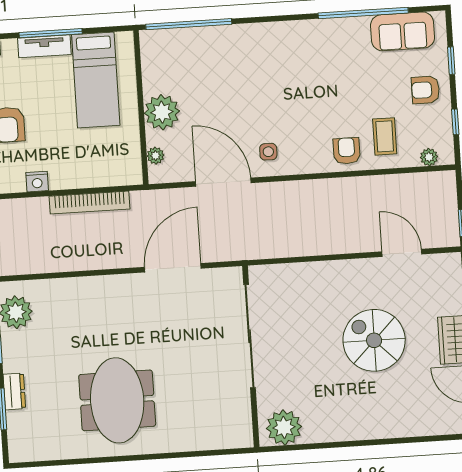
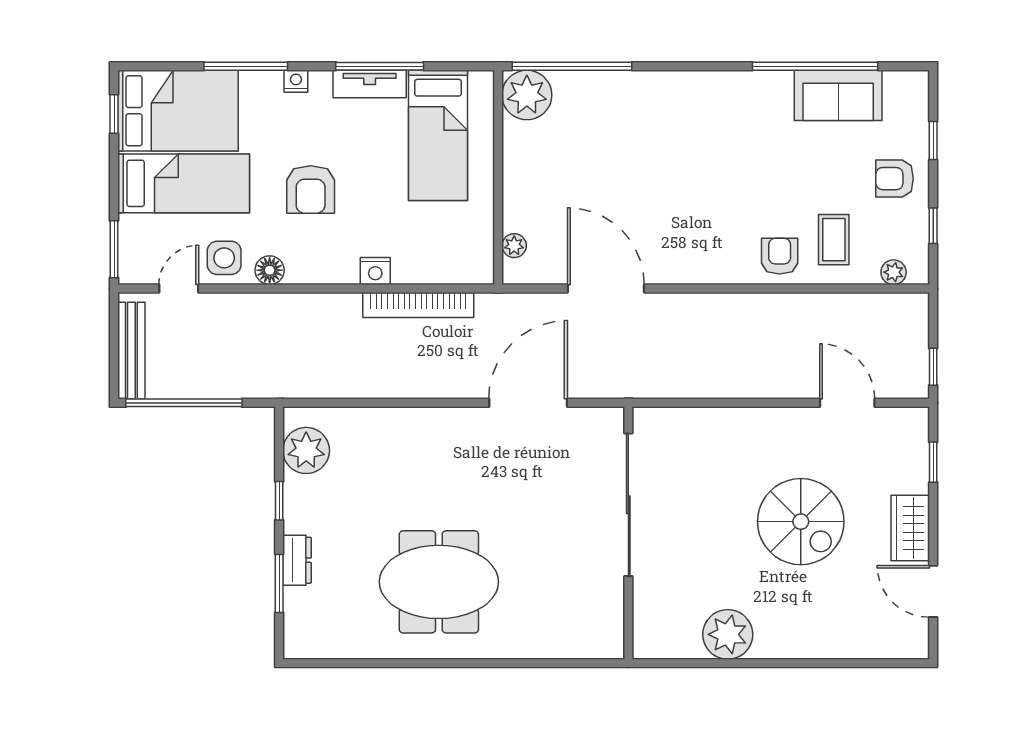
sofa: (403, 31) -> (838, 95), moved
plant: (162, 112) -> (527, 95), moved
side table: (268, 152) -> (671, 250), removed
nightstand: (37, 182) -> (375, 271), moved
spiral stairs: (374, 340) -> (801, 522), turned 180
meeting table: (117, 400) -> (439, 582), turned 90
plant: (284, 427) -> (728, 634), moved

